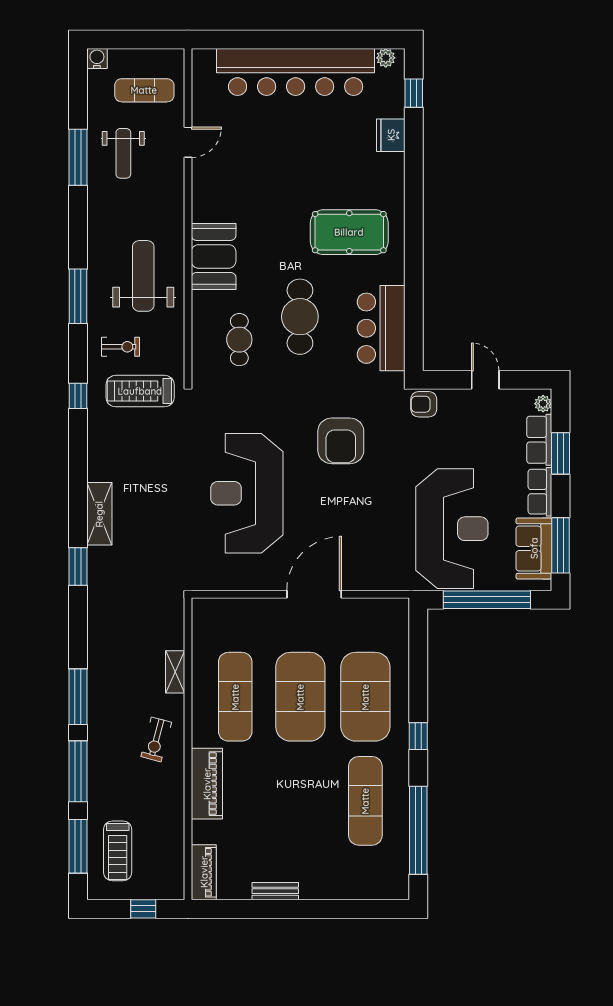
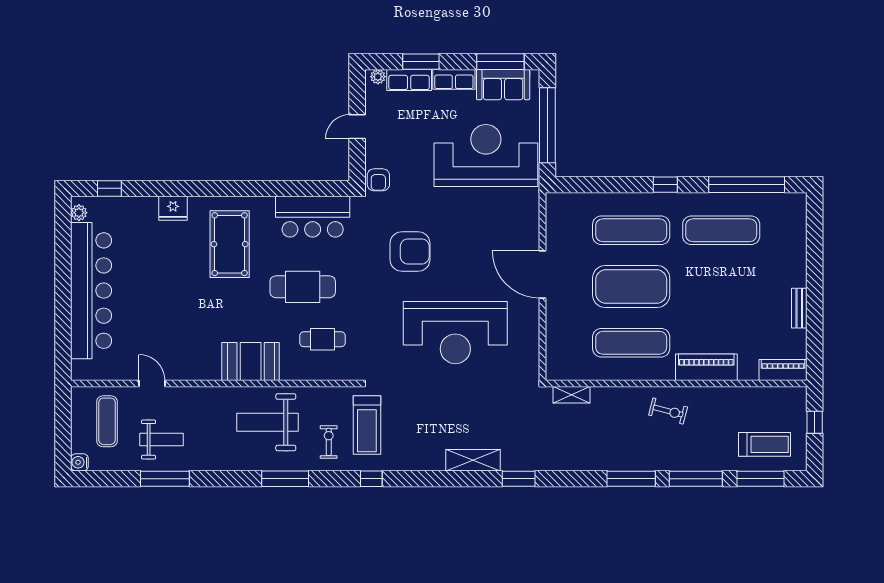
fridge: (391, 135) -> (173, 208), moved
shelving: (175, 672) -> (571, 395), moved
exercise mat: (365, 697) -> (631, 230), width x0.68

